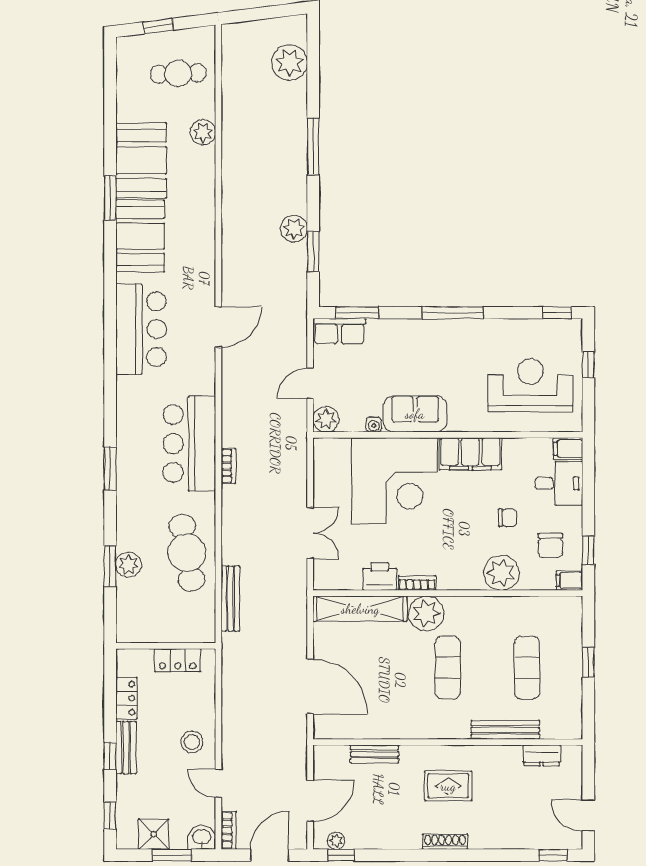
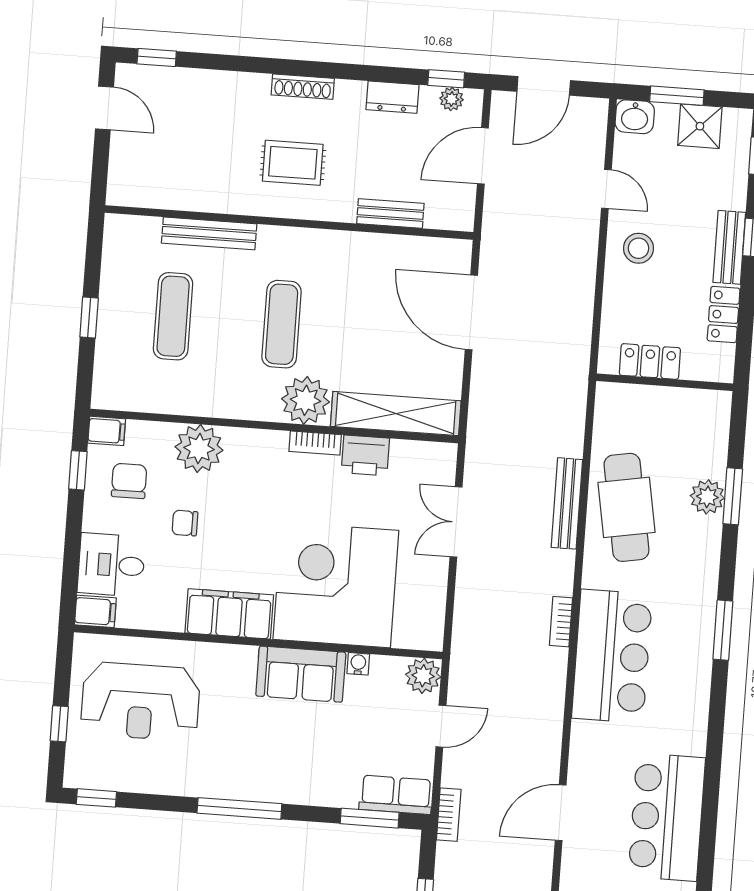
bench: (230, 598) -> (567, 503), moved
dresser: (542, 755) -> (392, 97), moved, turned 180
bookcase: (229, 830) -> (449, 815), moved, turned 180

